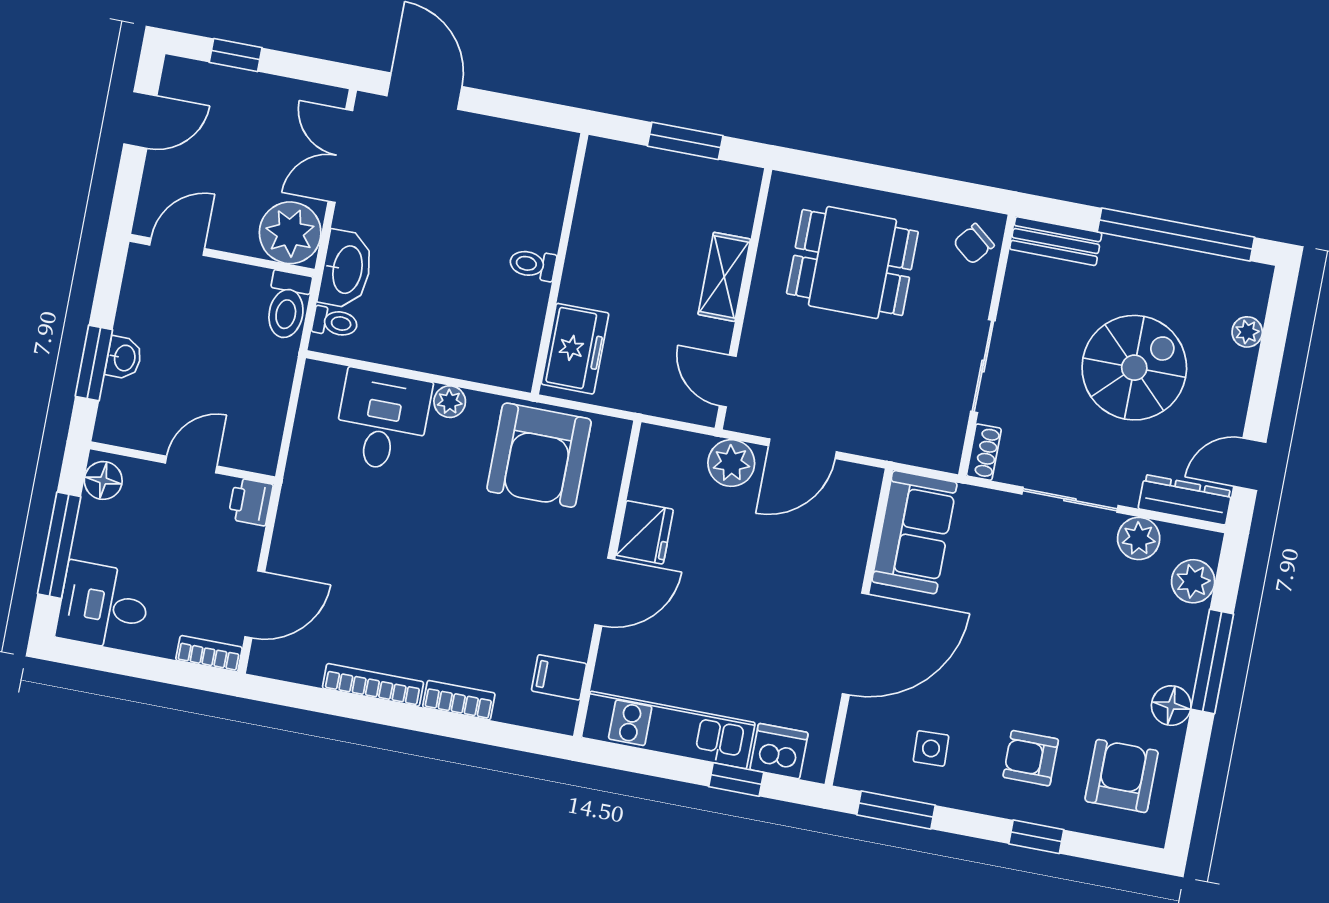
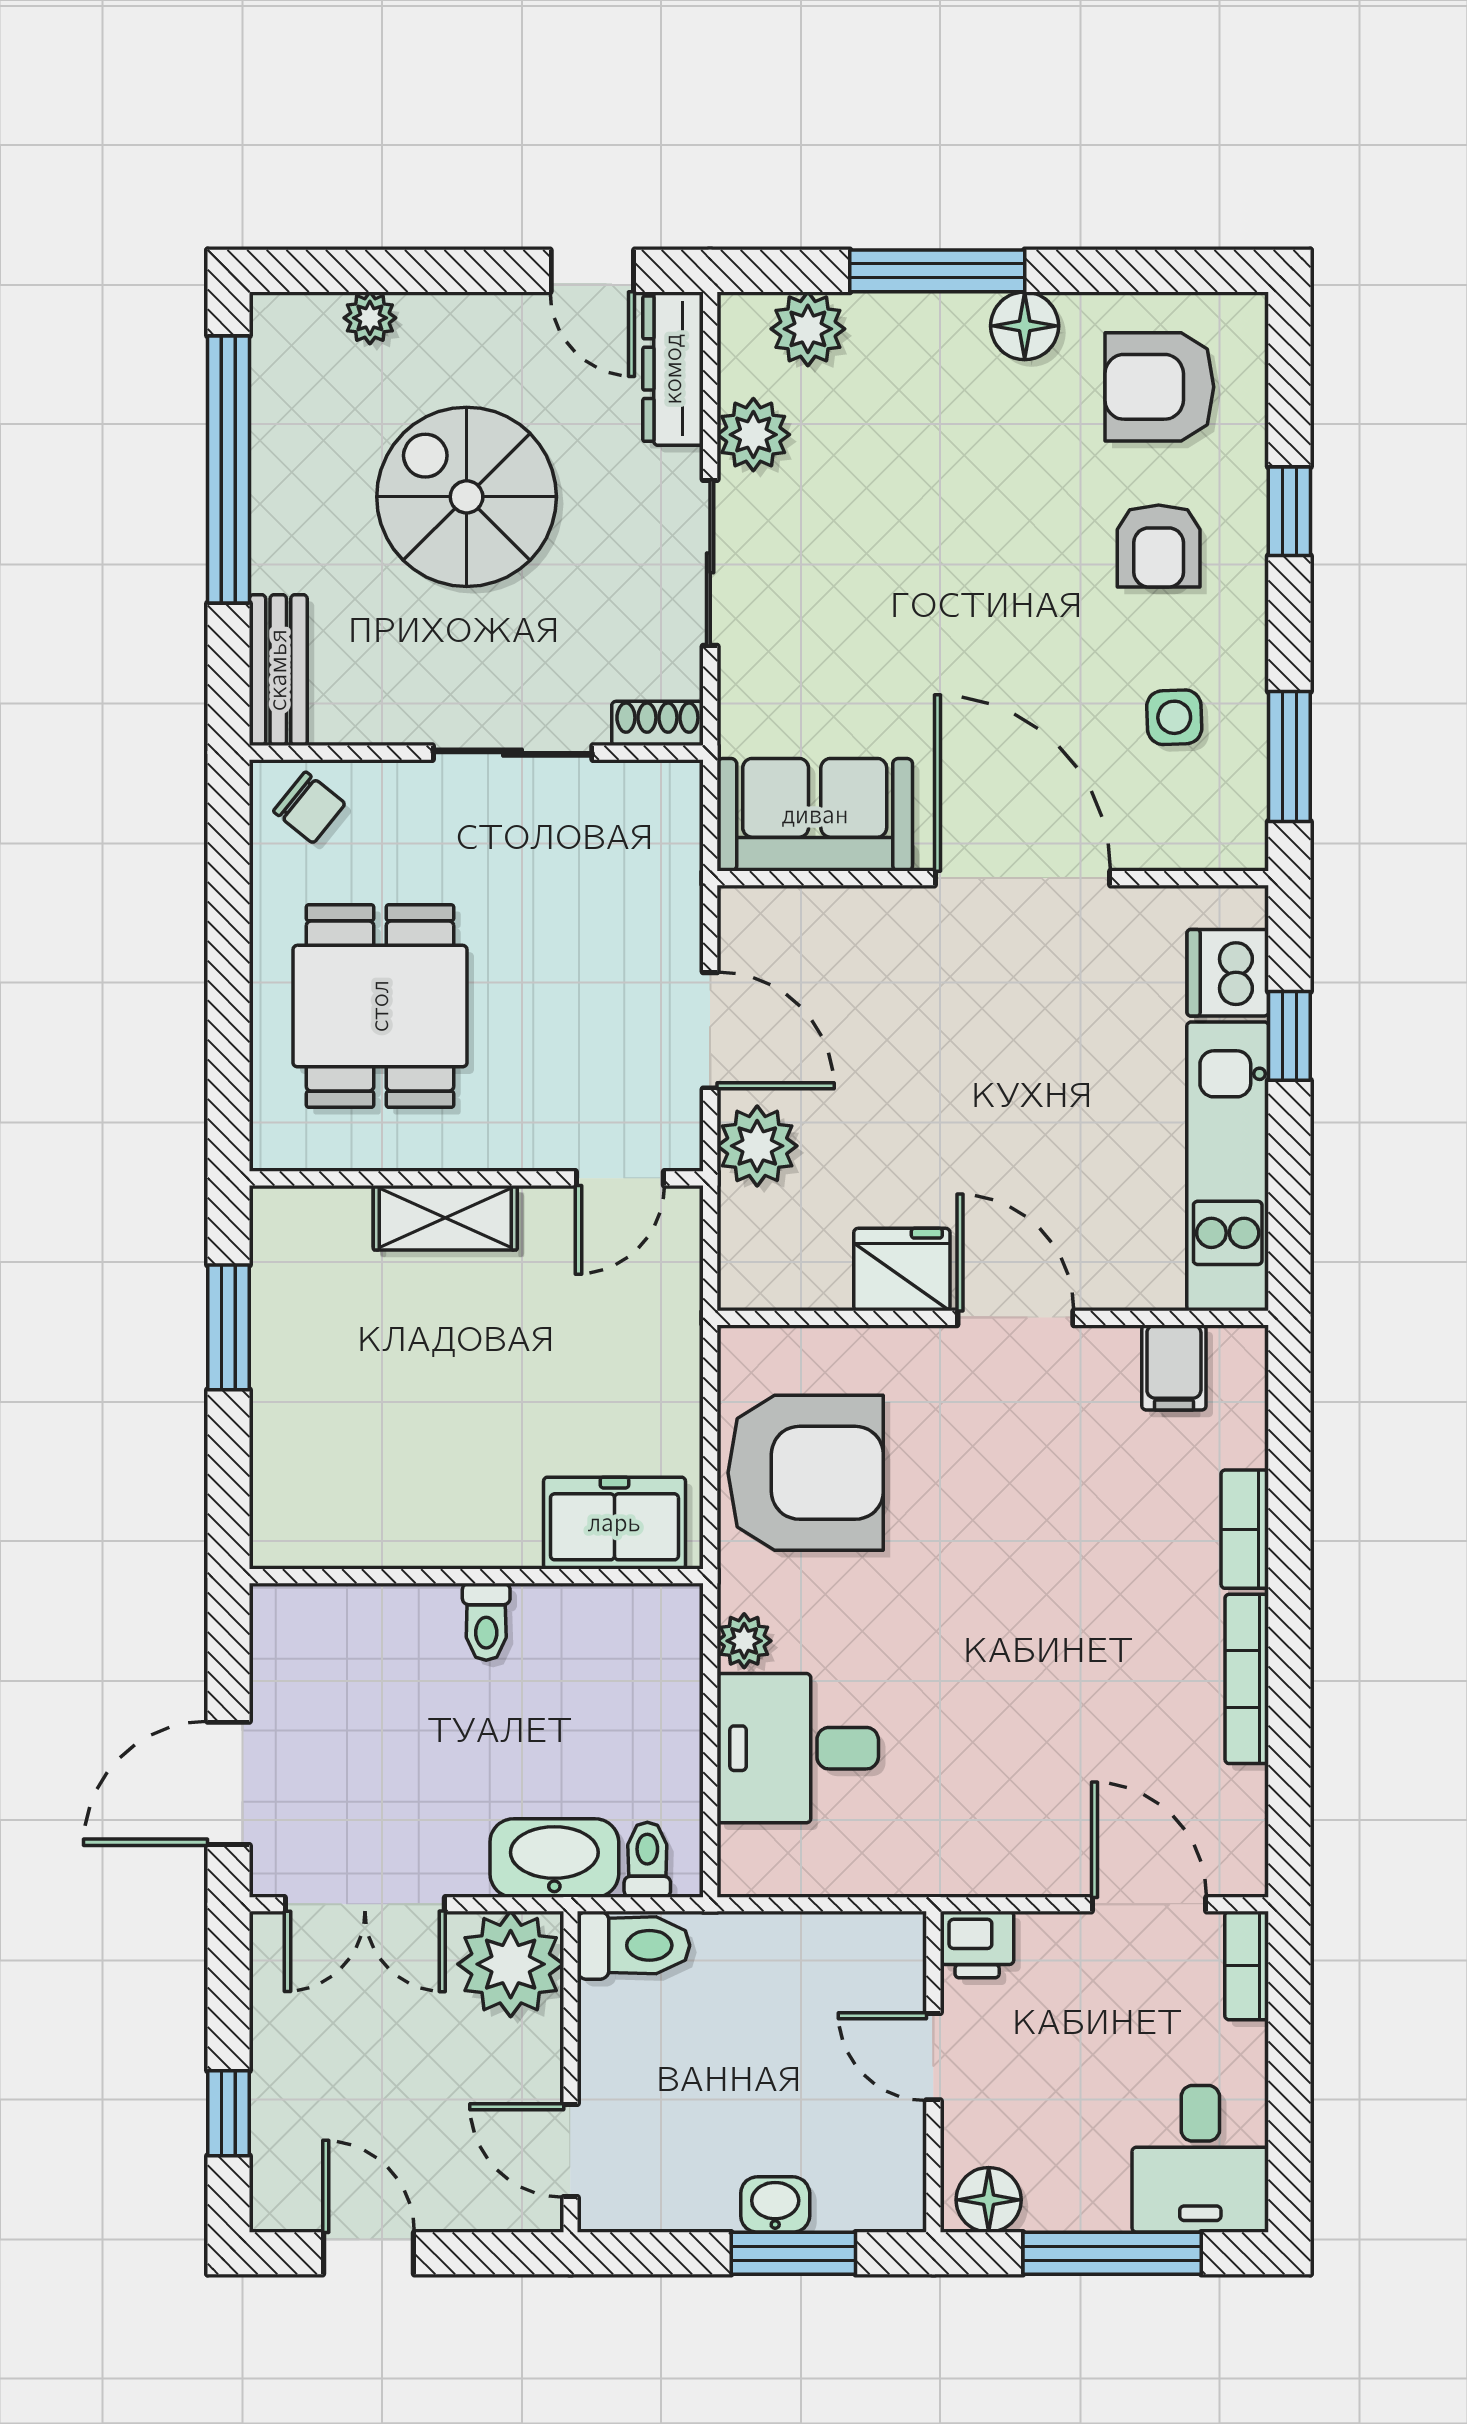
wall: (560, 264) -> (476, 1576), moved
toilet: (533, 265) -> (486, 1622), moved
freezer: (575, 349) -> (614, 1523), moved

